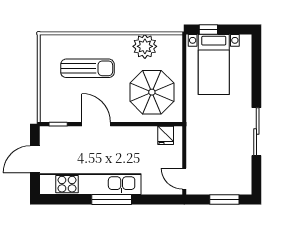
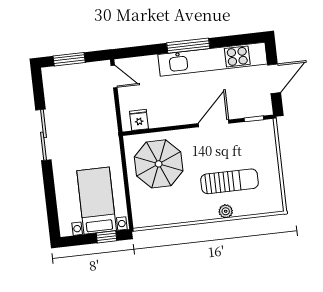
plant: (145, 46) -> (226, 211), moved, width x0.53, depth x0.53
sun lounger: (87, 68) -> (230, 181), turned 180
door: (96, 124) -> (214, 123), swing flipped

